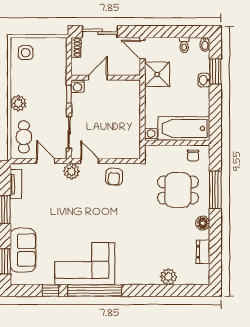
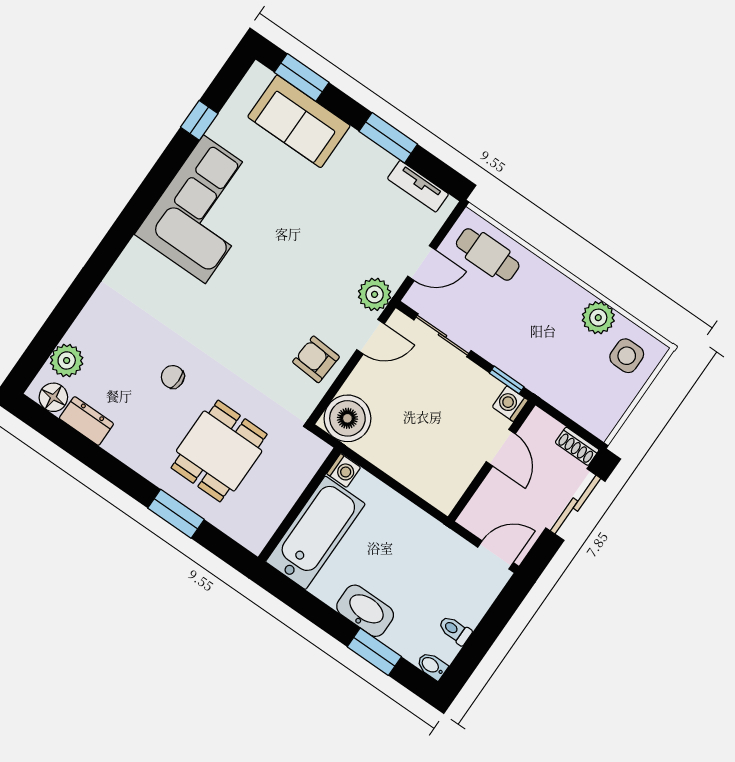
shower: (157, 74) -> (437, 551), removed
washbasin: (204, 80) -> (365, 611), width x1.91, depth x1.45
plant: (18, 103) -> (598, 318), moved
boiler: (129, 148) -> (347, 418), added
chair: (193, 155) -> (173, 377), moved
window: (215, 190) -> (176, 514), width x0.69
floor lamp: (203, 223) -> (53, 397), moved
plant: (168, 277) -> (67, 360), moved
window: (95, 290) -> (148, 195), removed

